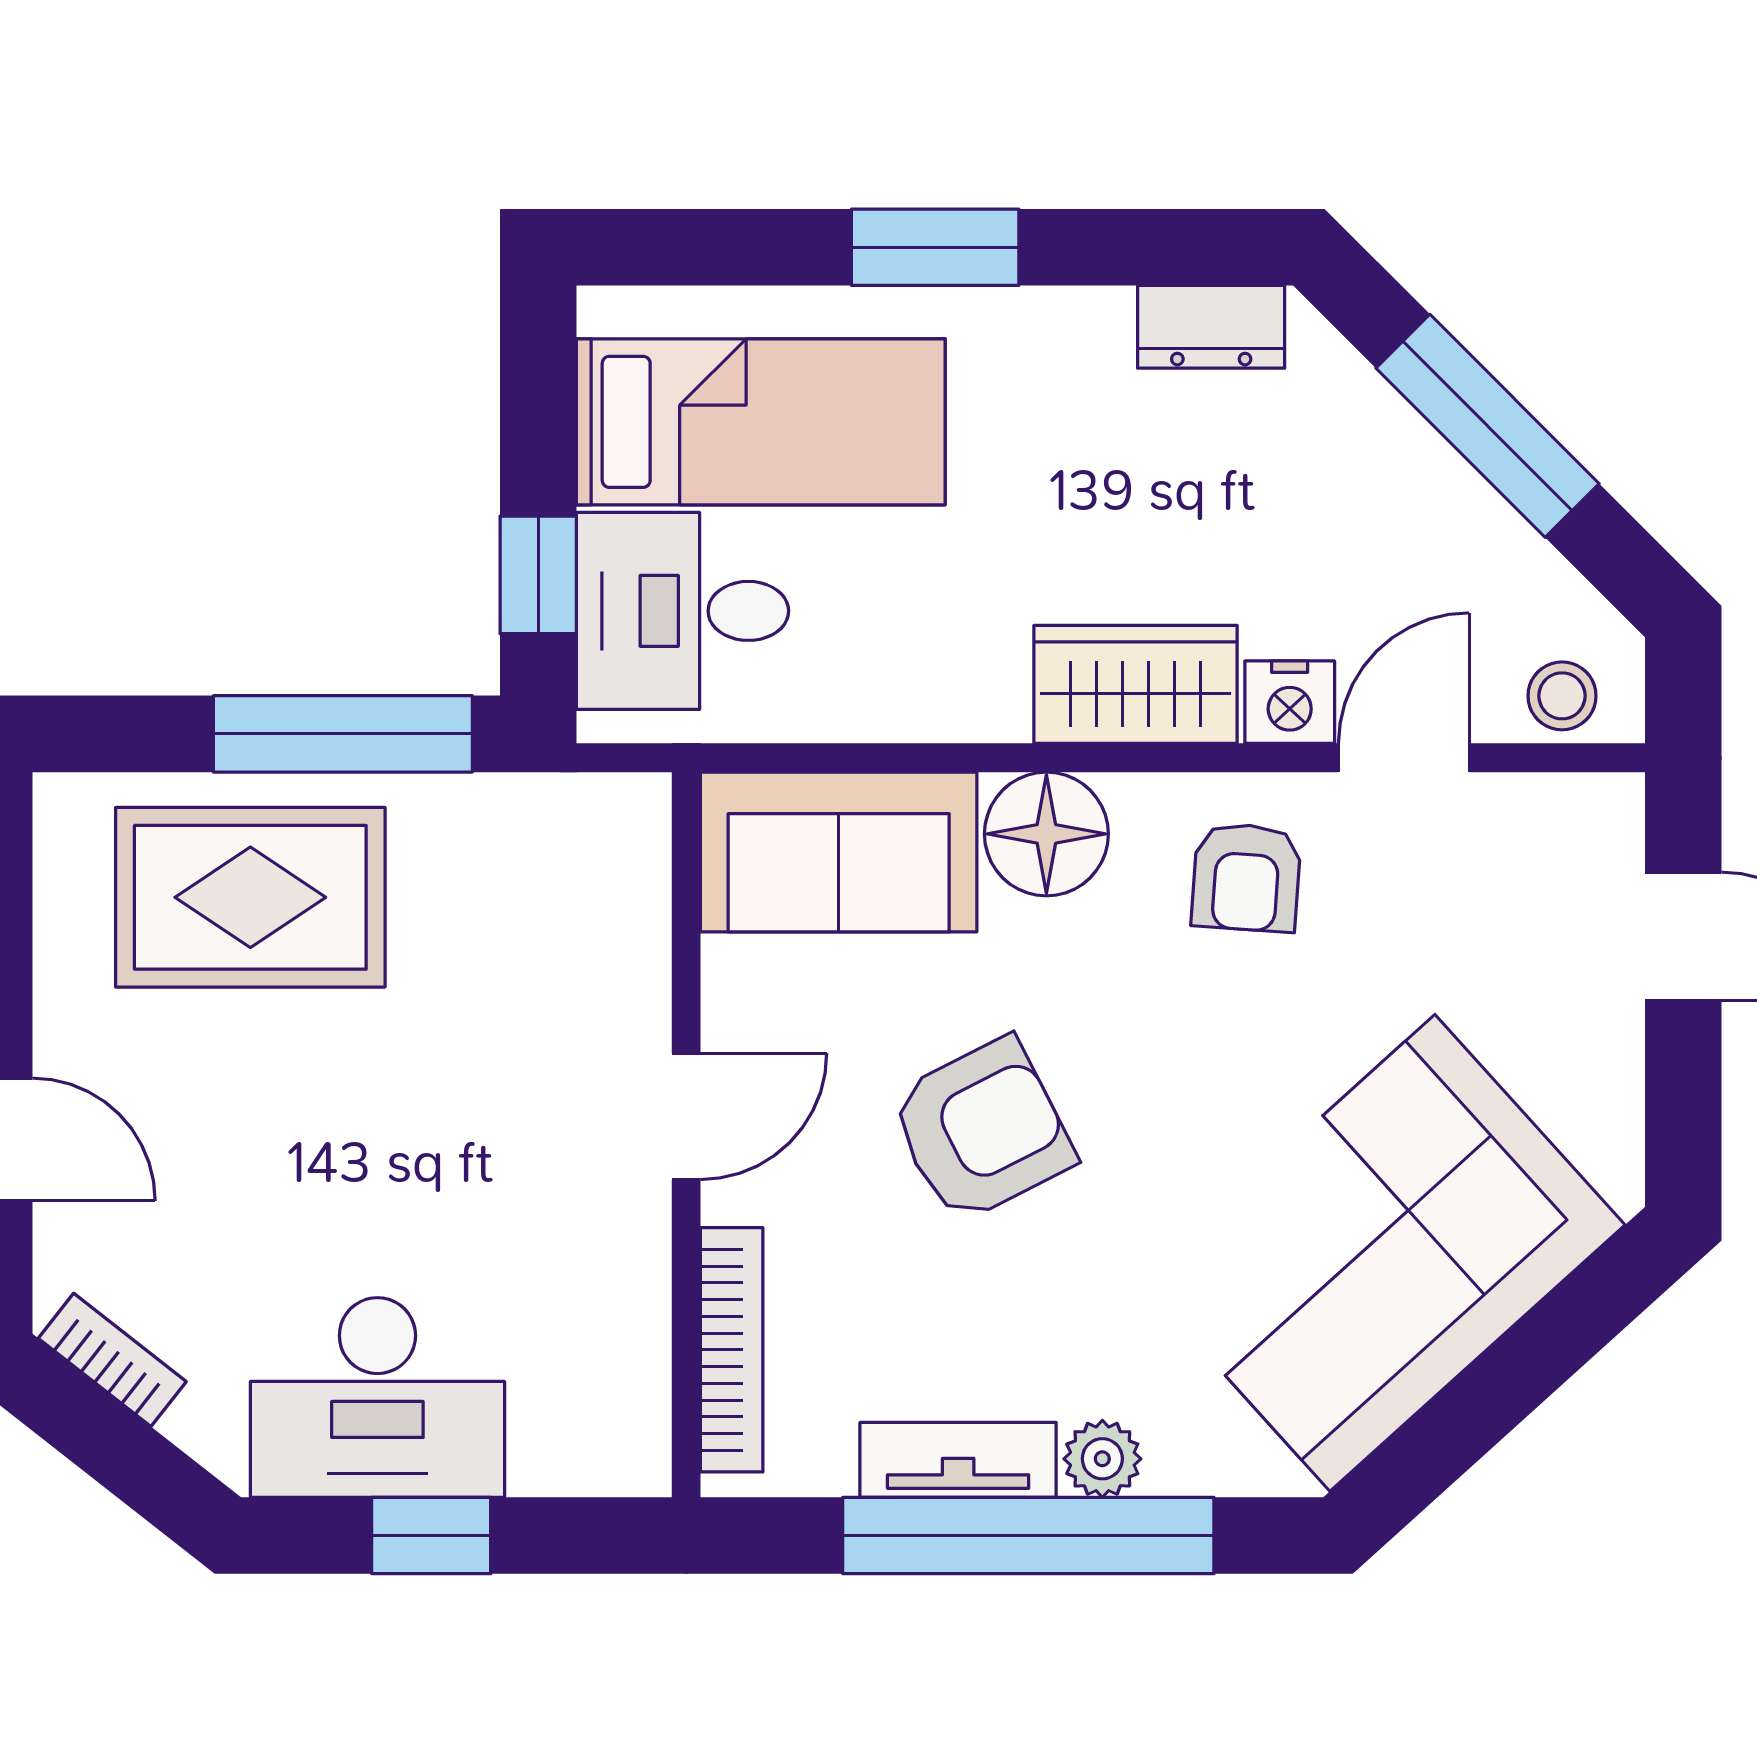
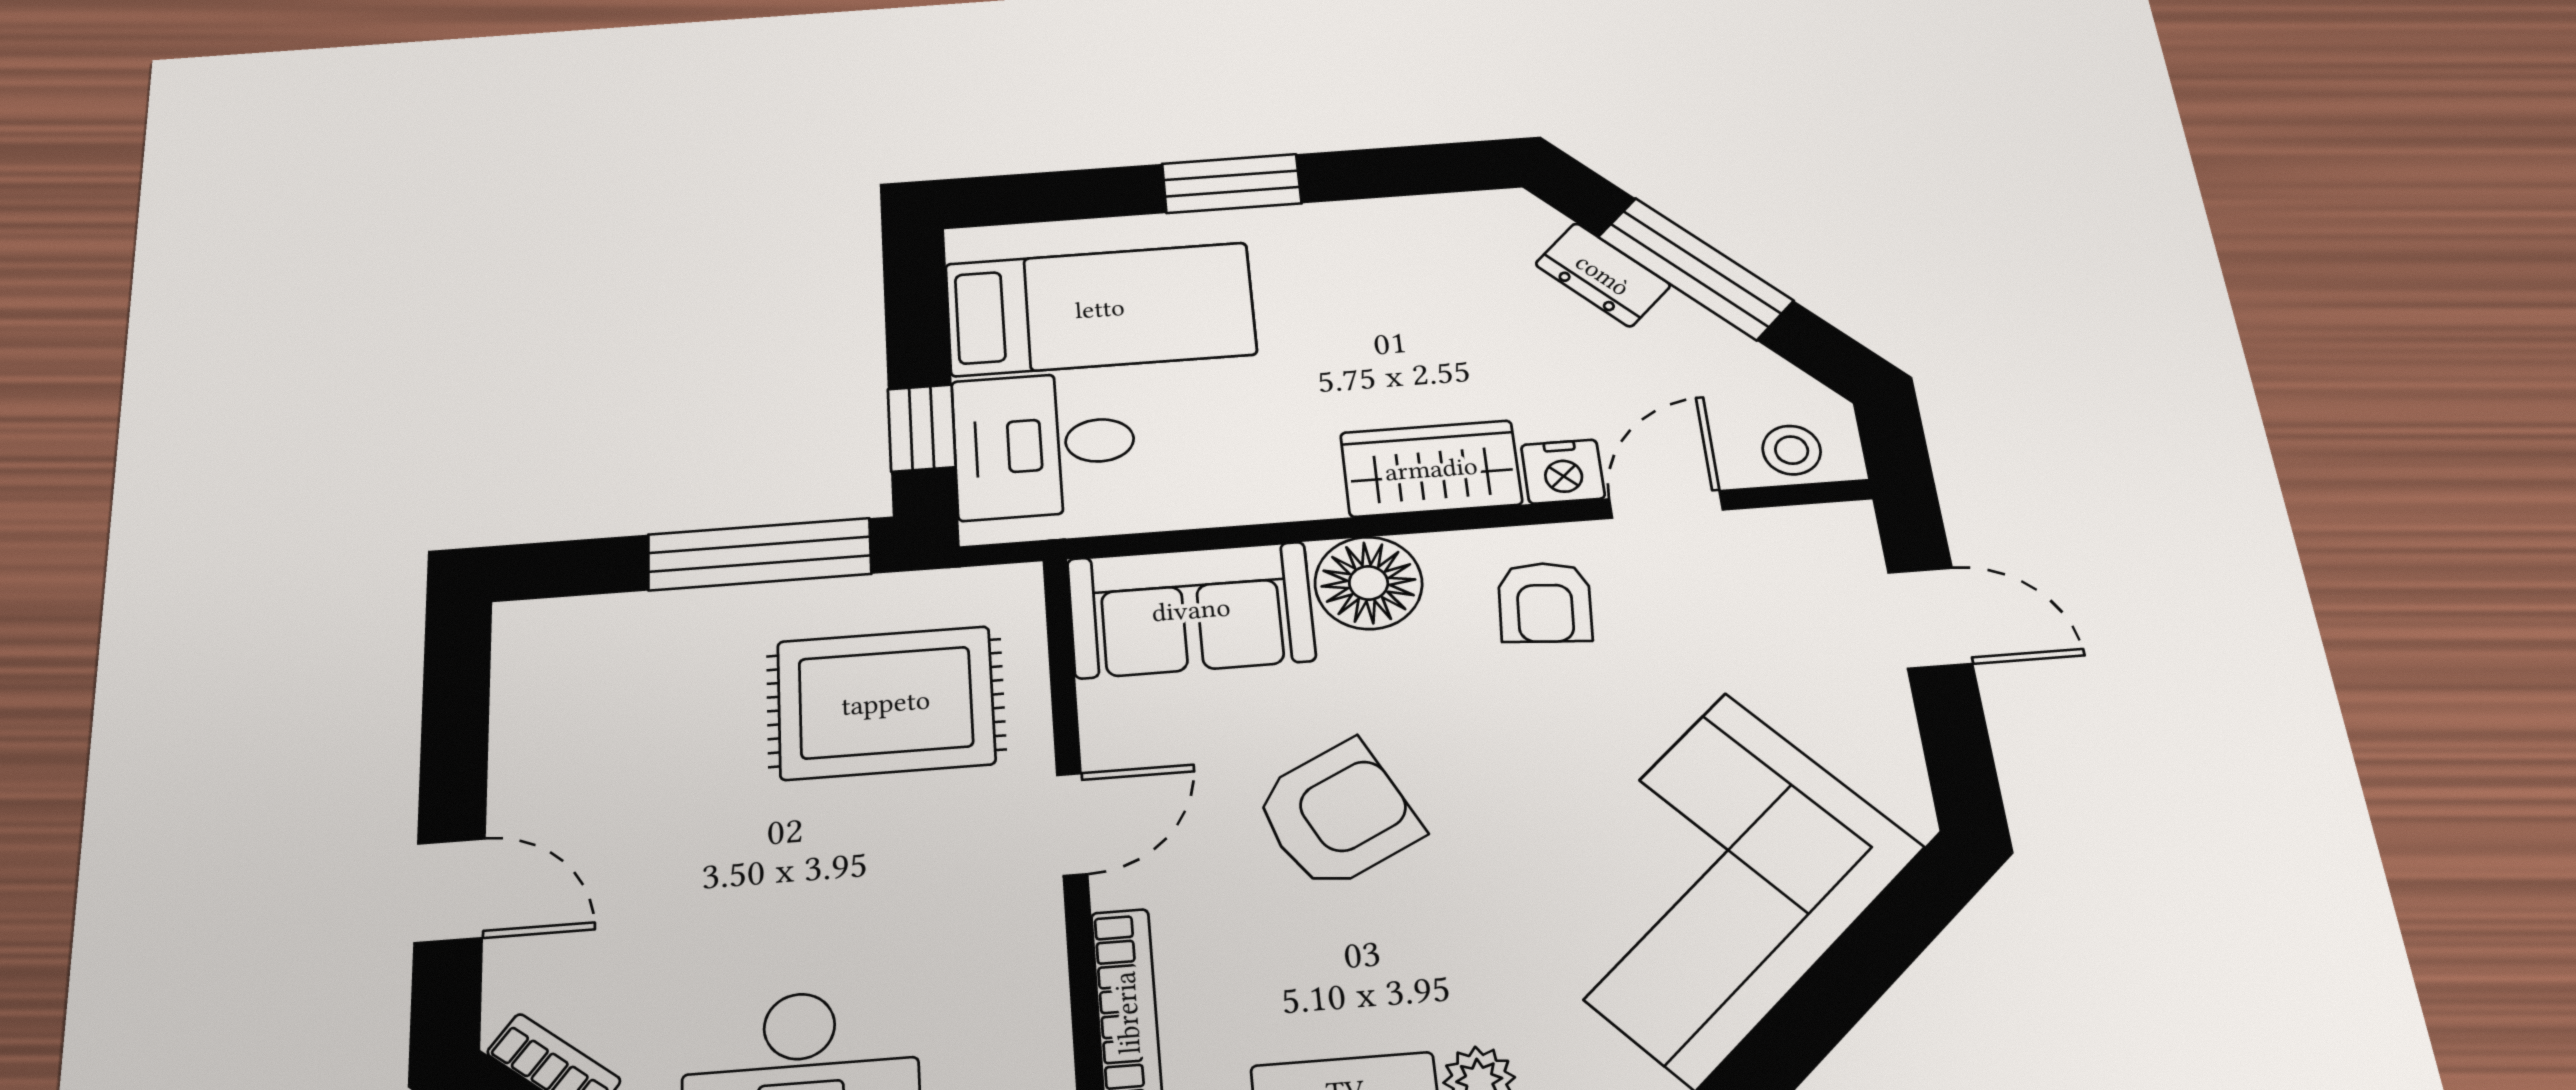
dresser: (1211, 327) -> (1603, 275), moved, turned 45
rug: (250, 897) -> (886, 703), moved

